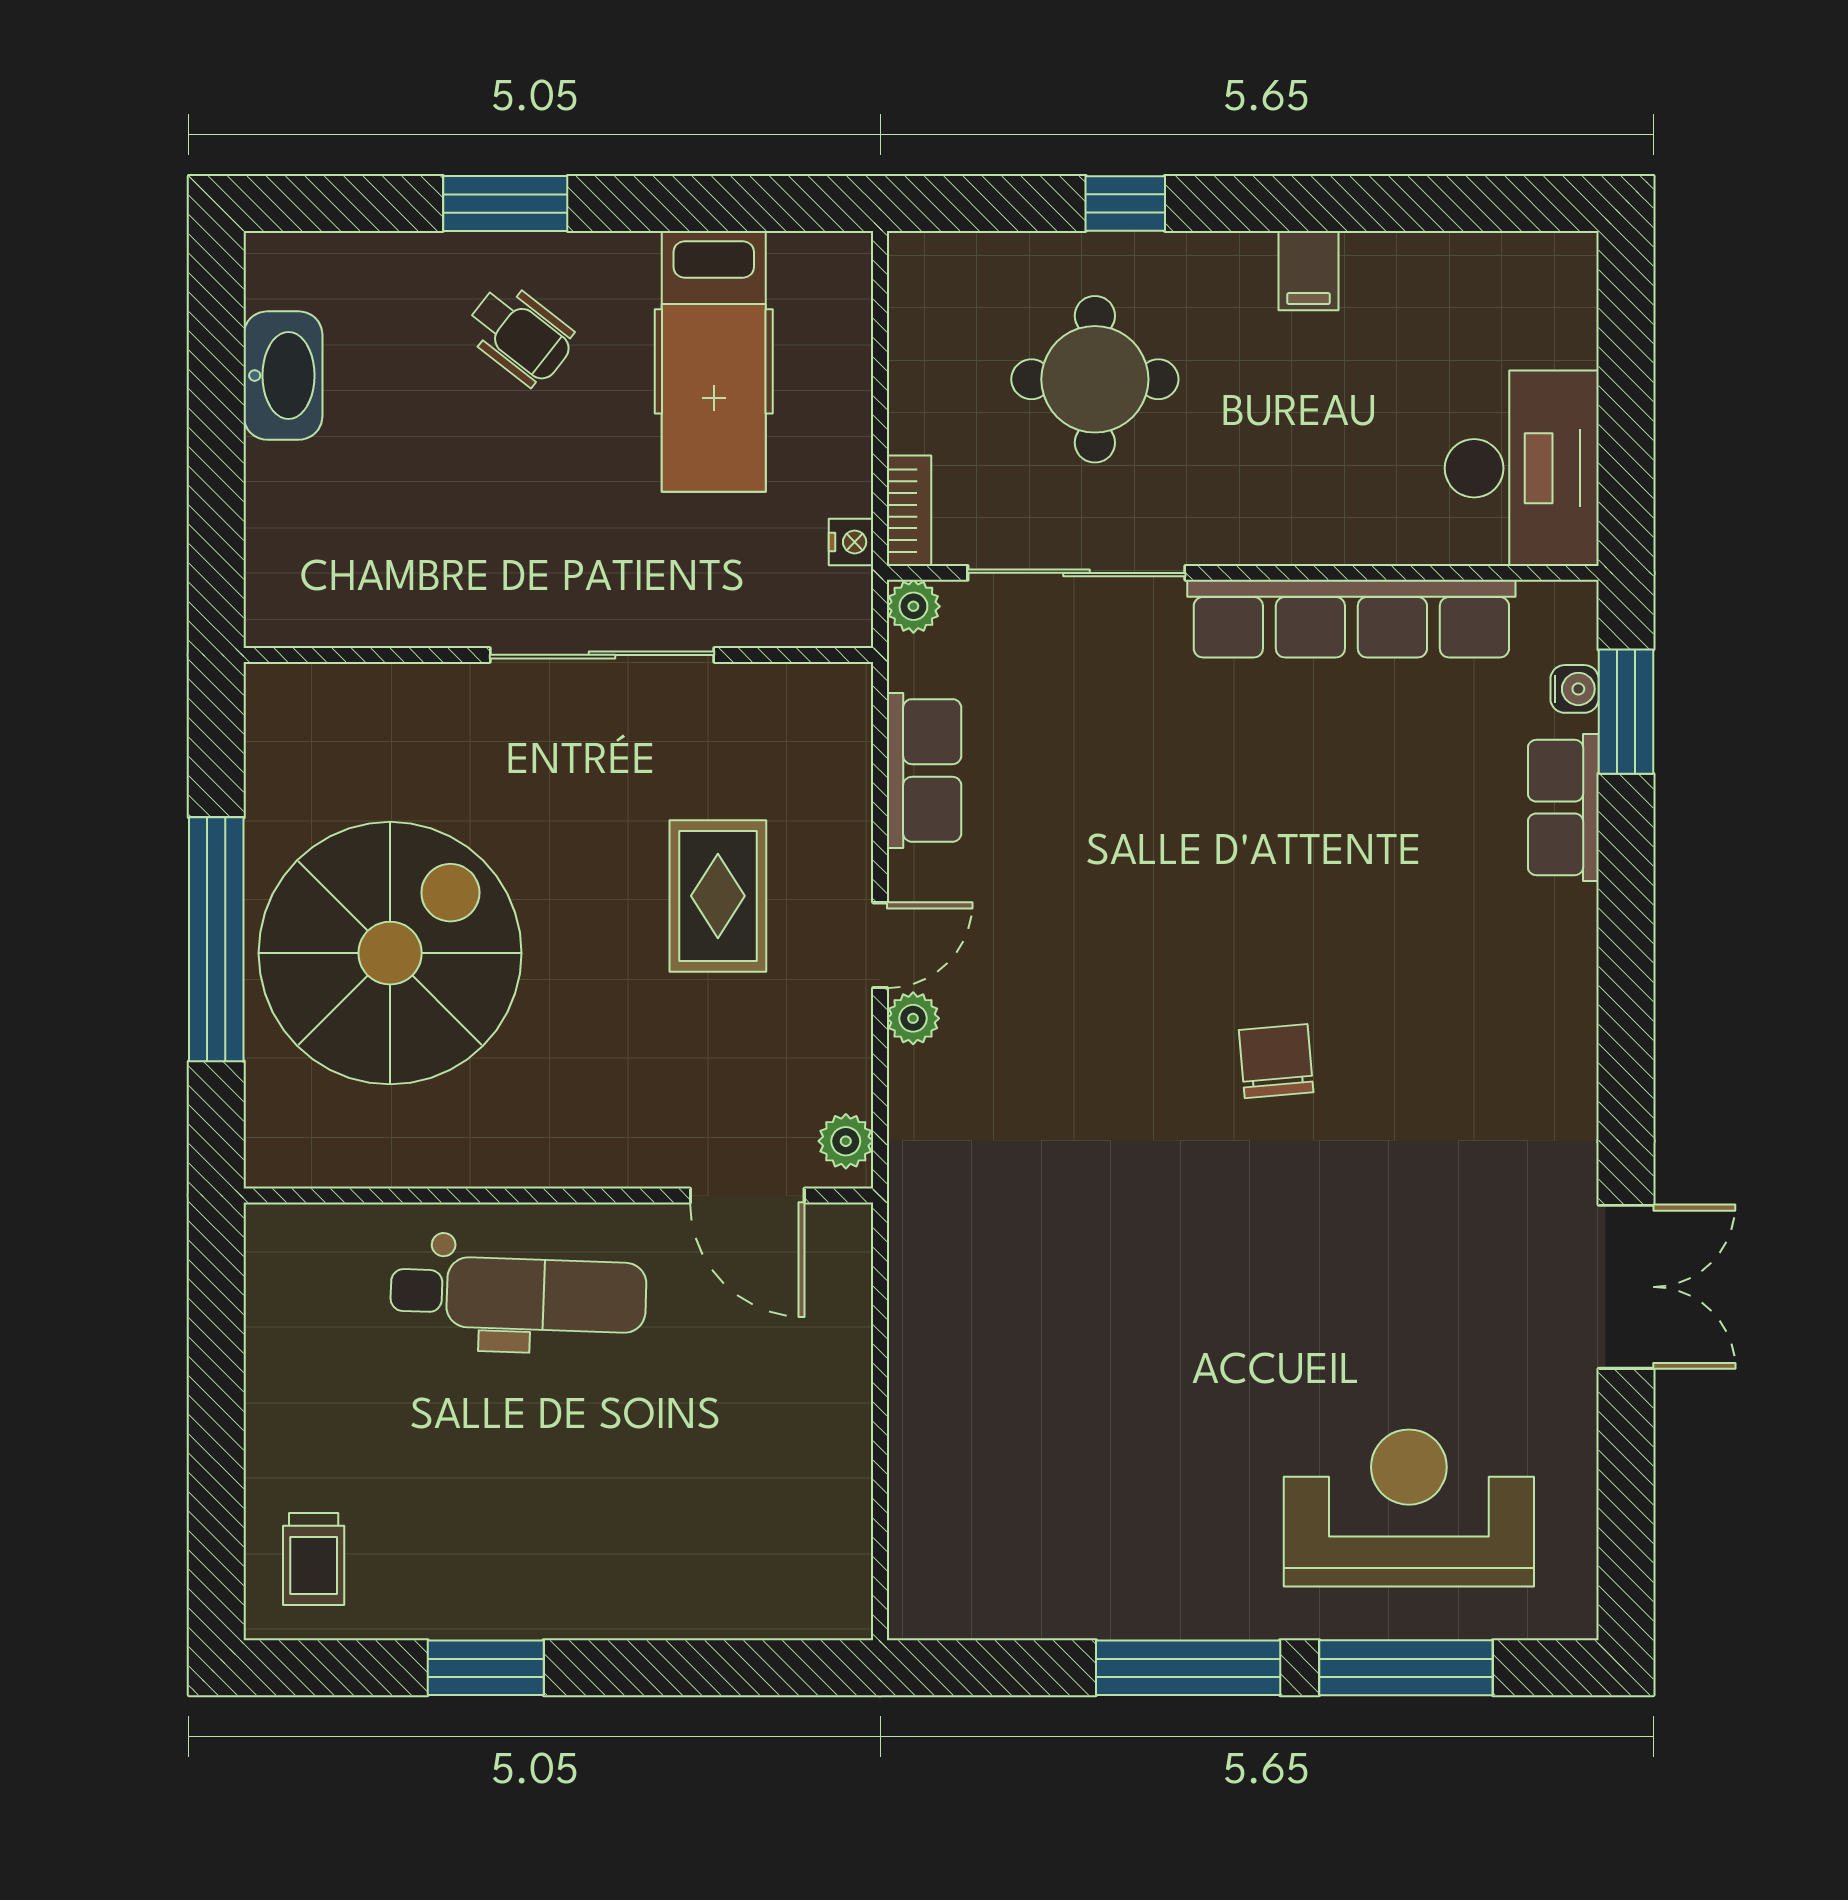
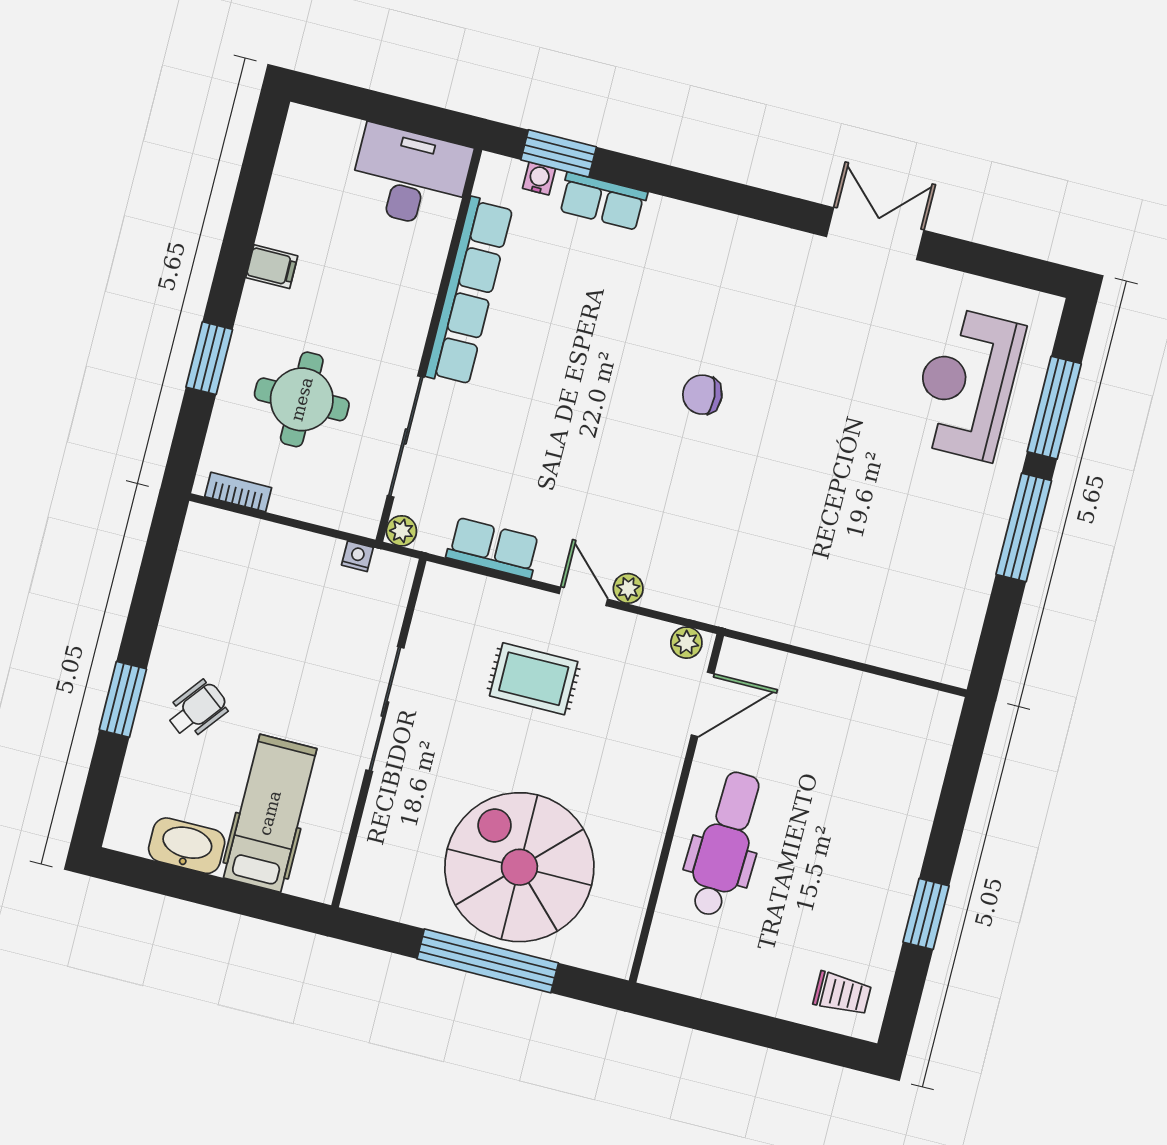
window: (1125, 203) -> (209, 358), width x1.50
hospital bed: (714, 361) -> (270, 813), moved, turned -90
bookcase: (909, 511) -> (238, 492), moved

